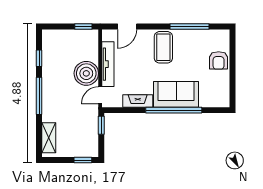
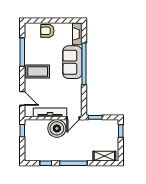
armchair: (219, 60) -> (47, 31), turned 180
door: (100, 95) -> (73, 118), hinge flipped
fireplace: (138, 101) -> (77, 34), moved

